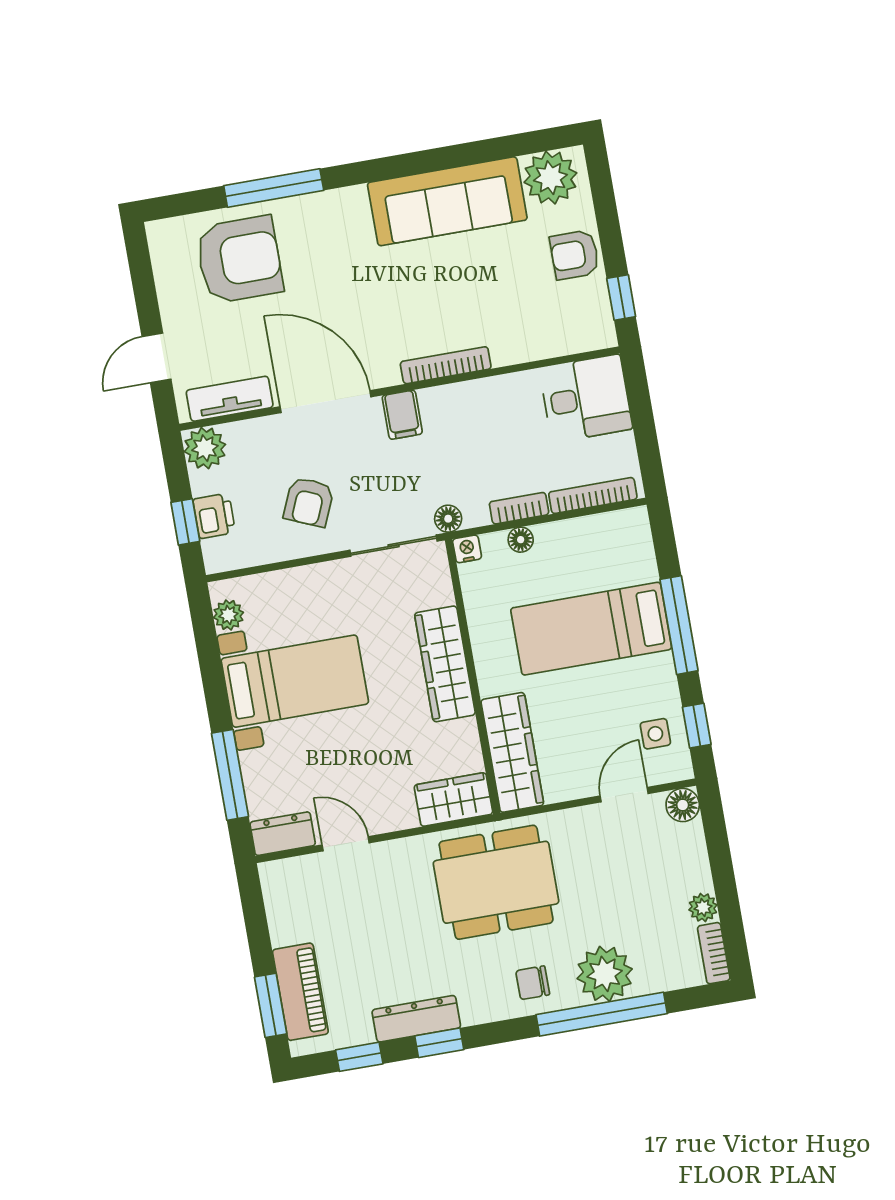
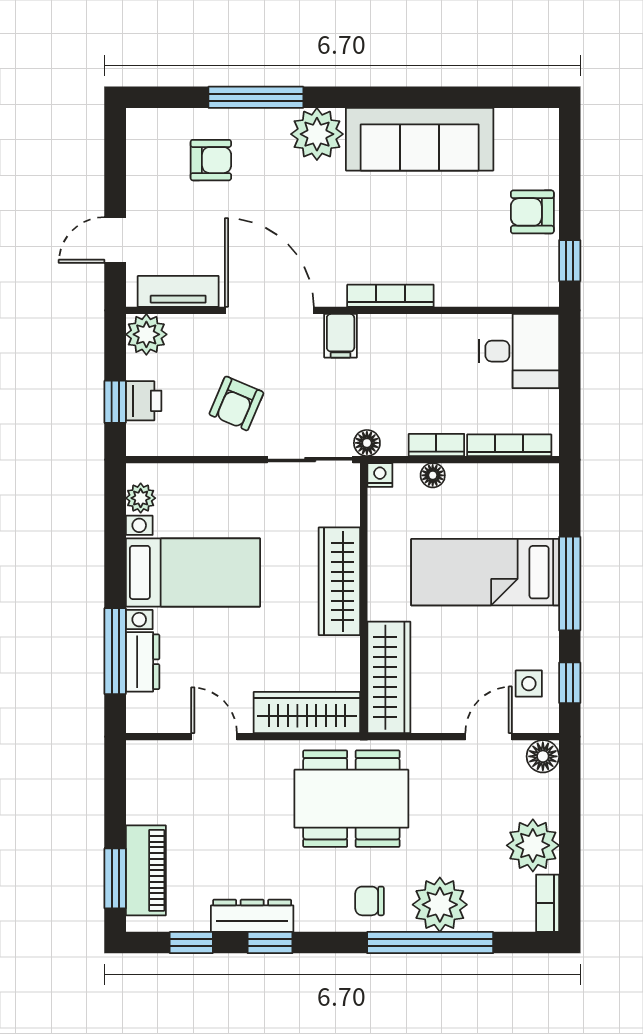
plant: (550, 178) -> (317, 134), moved
armchair: (239, 260) -> (211, 160), width x0.53, depth x0.53
wardrobe: (453, 800) -> (307, 712), width x1.50
dresser: (283, 834) -> (143, 662), moved, turned 90
plant: (703, 907) -> (533, 845), width x1.87, depth x1.87

